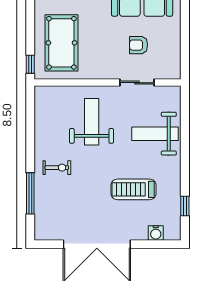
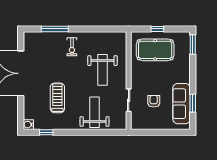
window: (30, 64) -> (157, 29), moved
weight bench: (92, 122) -> (102, 70), turned 90
water cooler: (156, 233) -> (28, 125), moved

